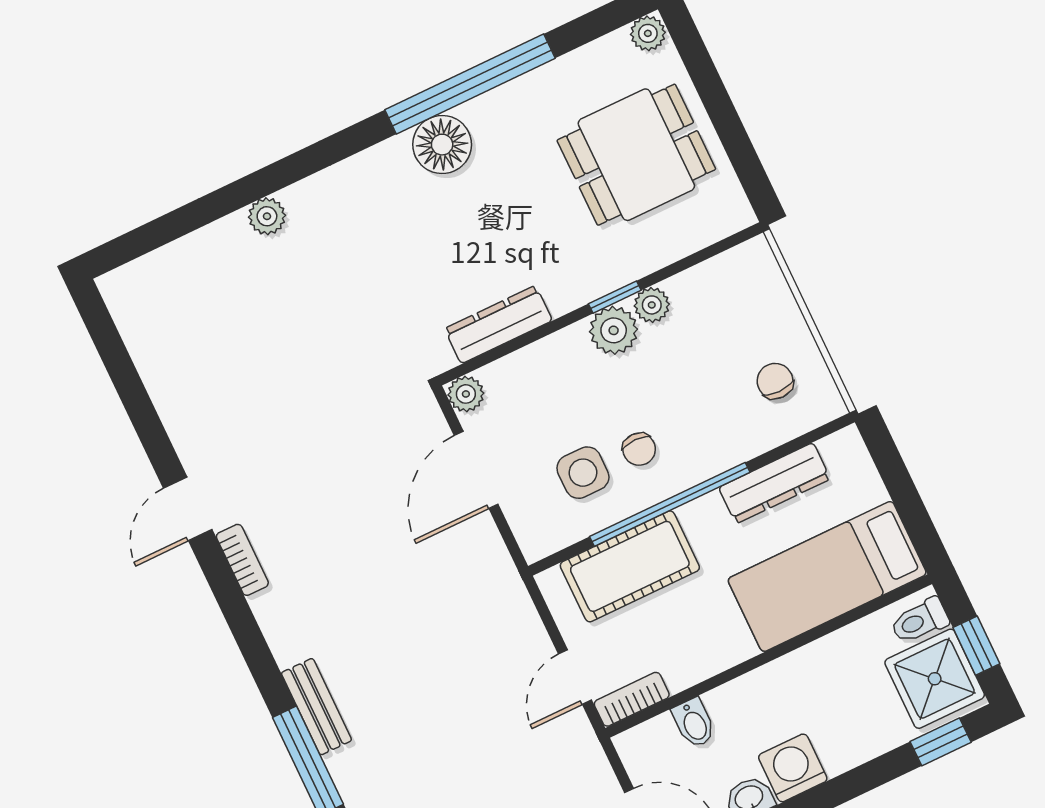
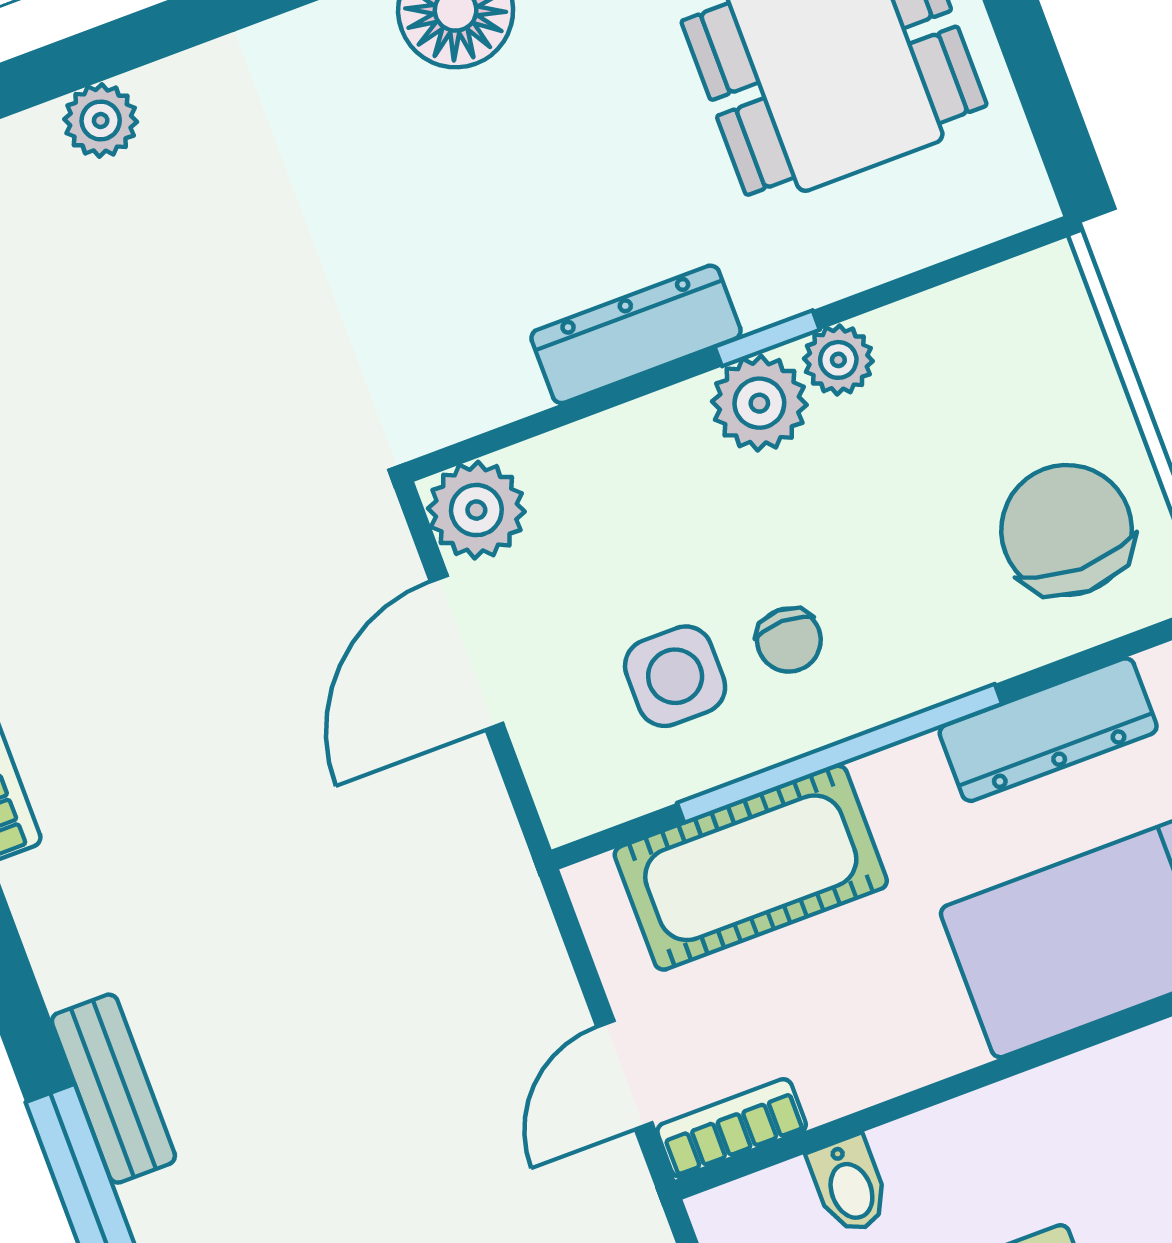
dresser: (498, 325) -> (636, 334), moved
chair: (775, 381) -> (1067, 530), width x1.87, depth x1.87
plant: (466, 394) -> (476, 510), width x1.38, depth x1.38

